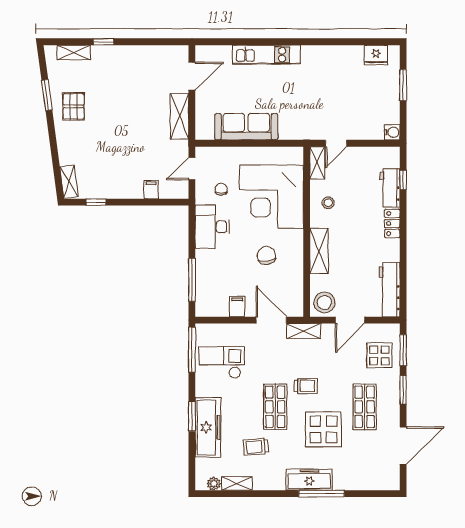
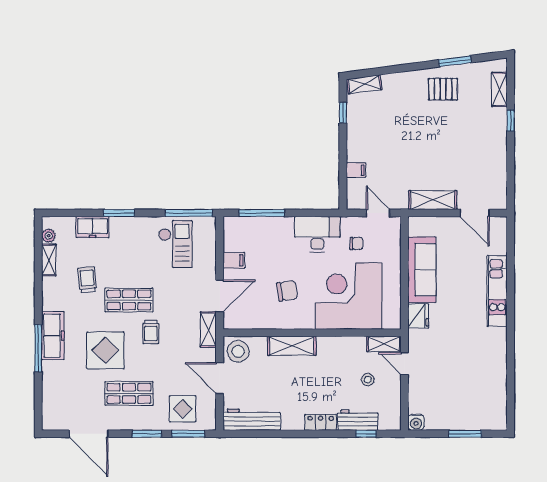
fridge: (376, 55) -> (418, 316), moved, turned 180
stool: (328, 203) -> (368, 380), moved
freezer: (208, 427) -> (93, 227), width x0.52, depth x0.79

